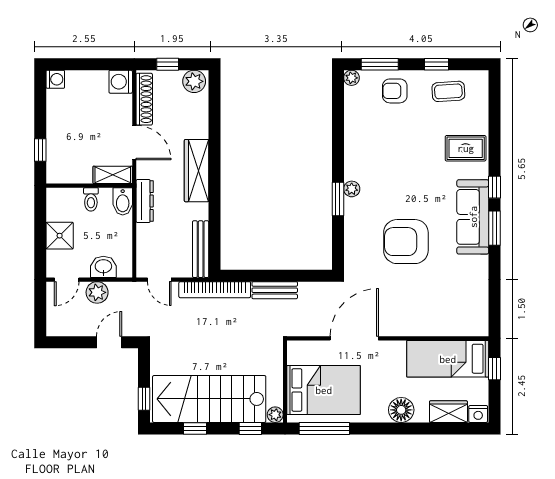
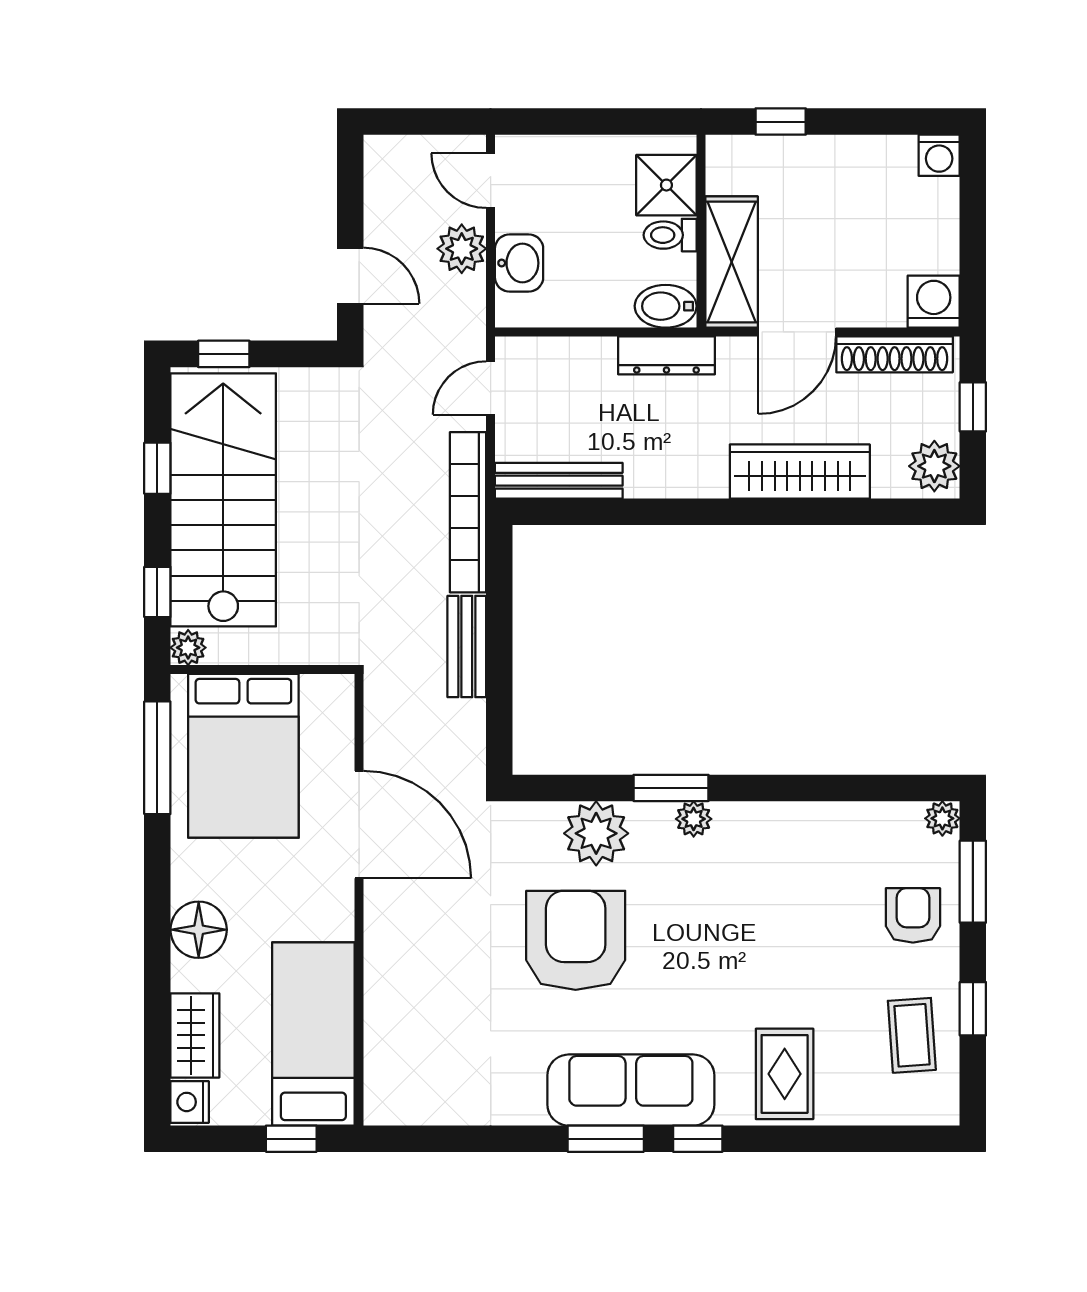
wardrobe: (197, 171) -> (800, 472), moved
shelving: (113, 175) -> (732, 262), width x1.50, depth x1.33
plant: (358, 232) -> (596, 833), added
shower: (60, 236) -> (666, 185), moved

